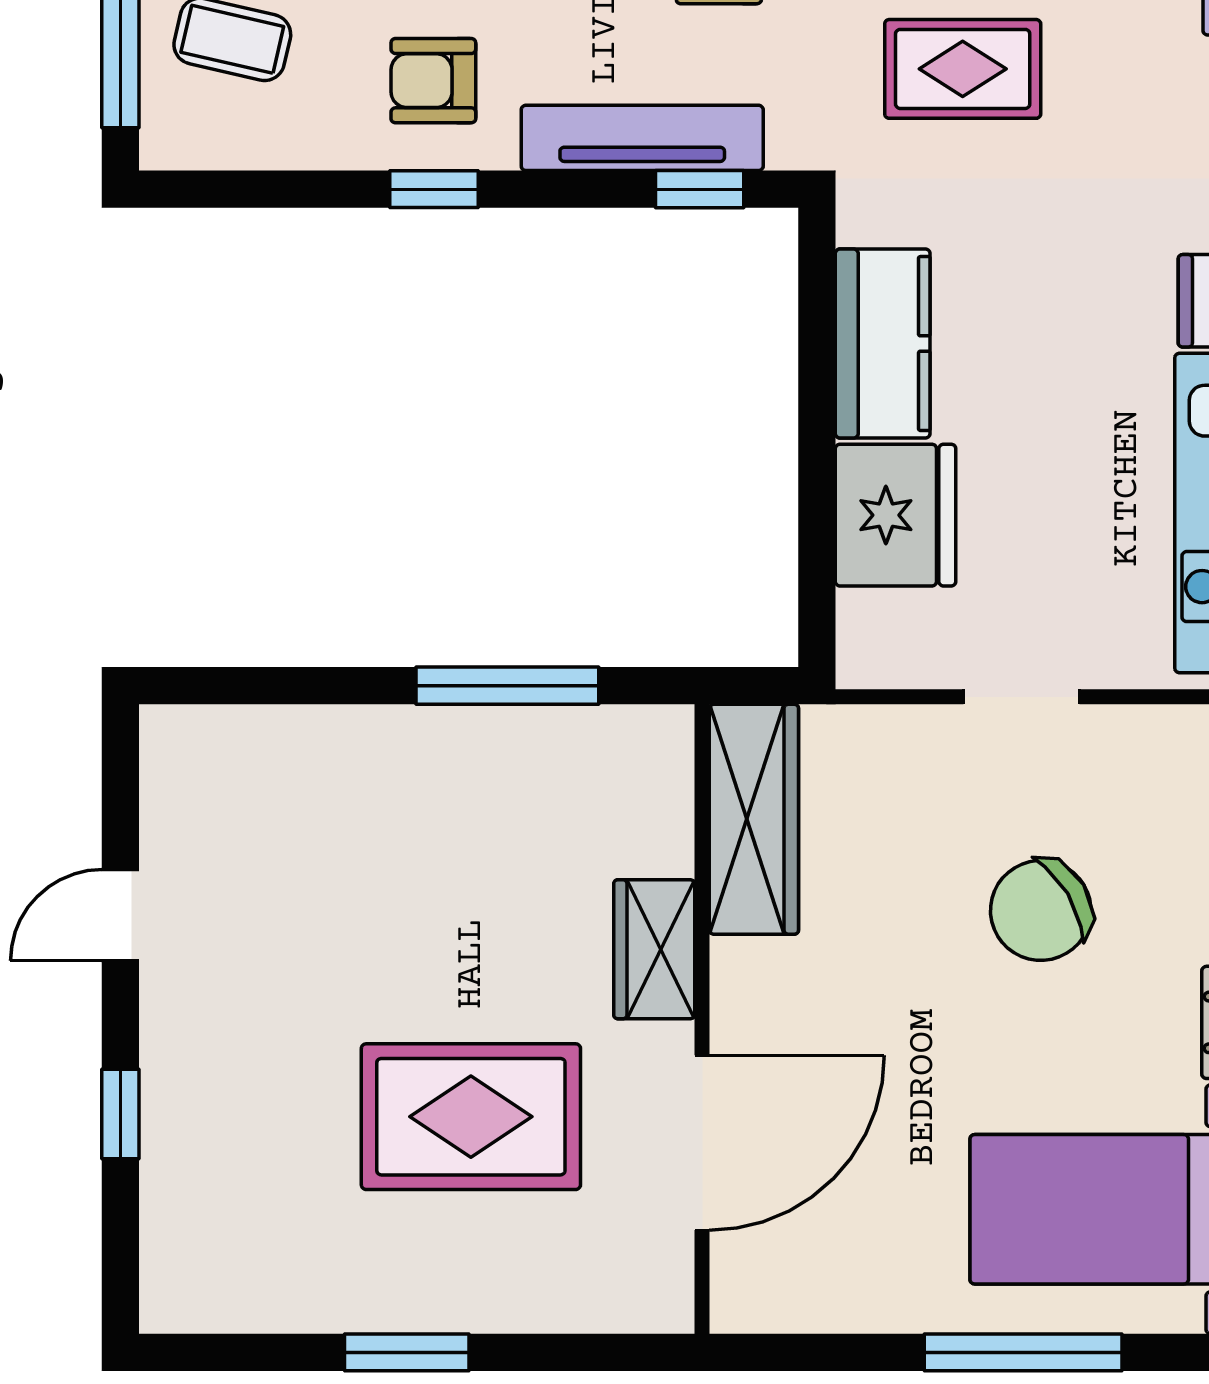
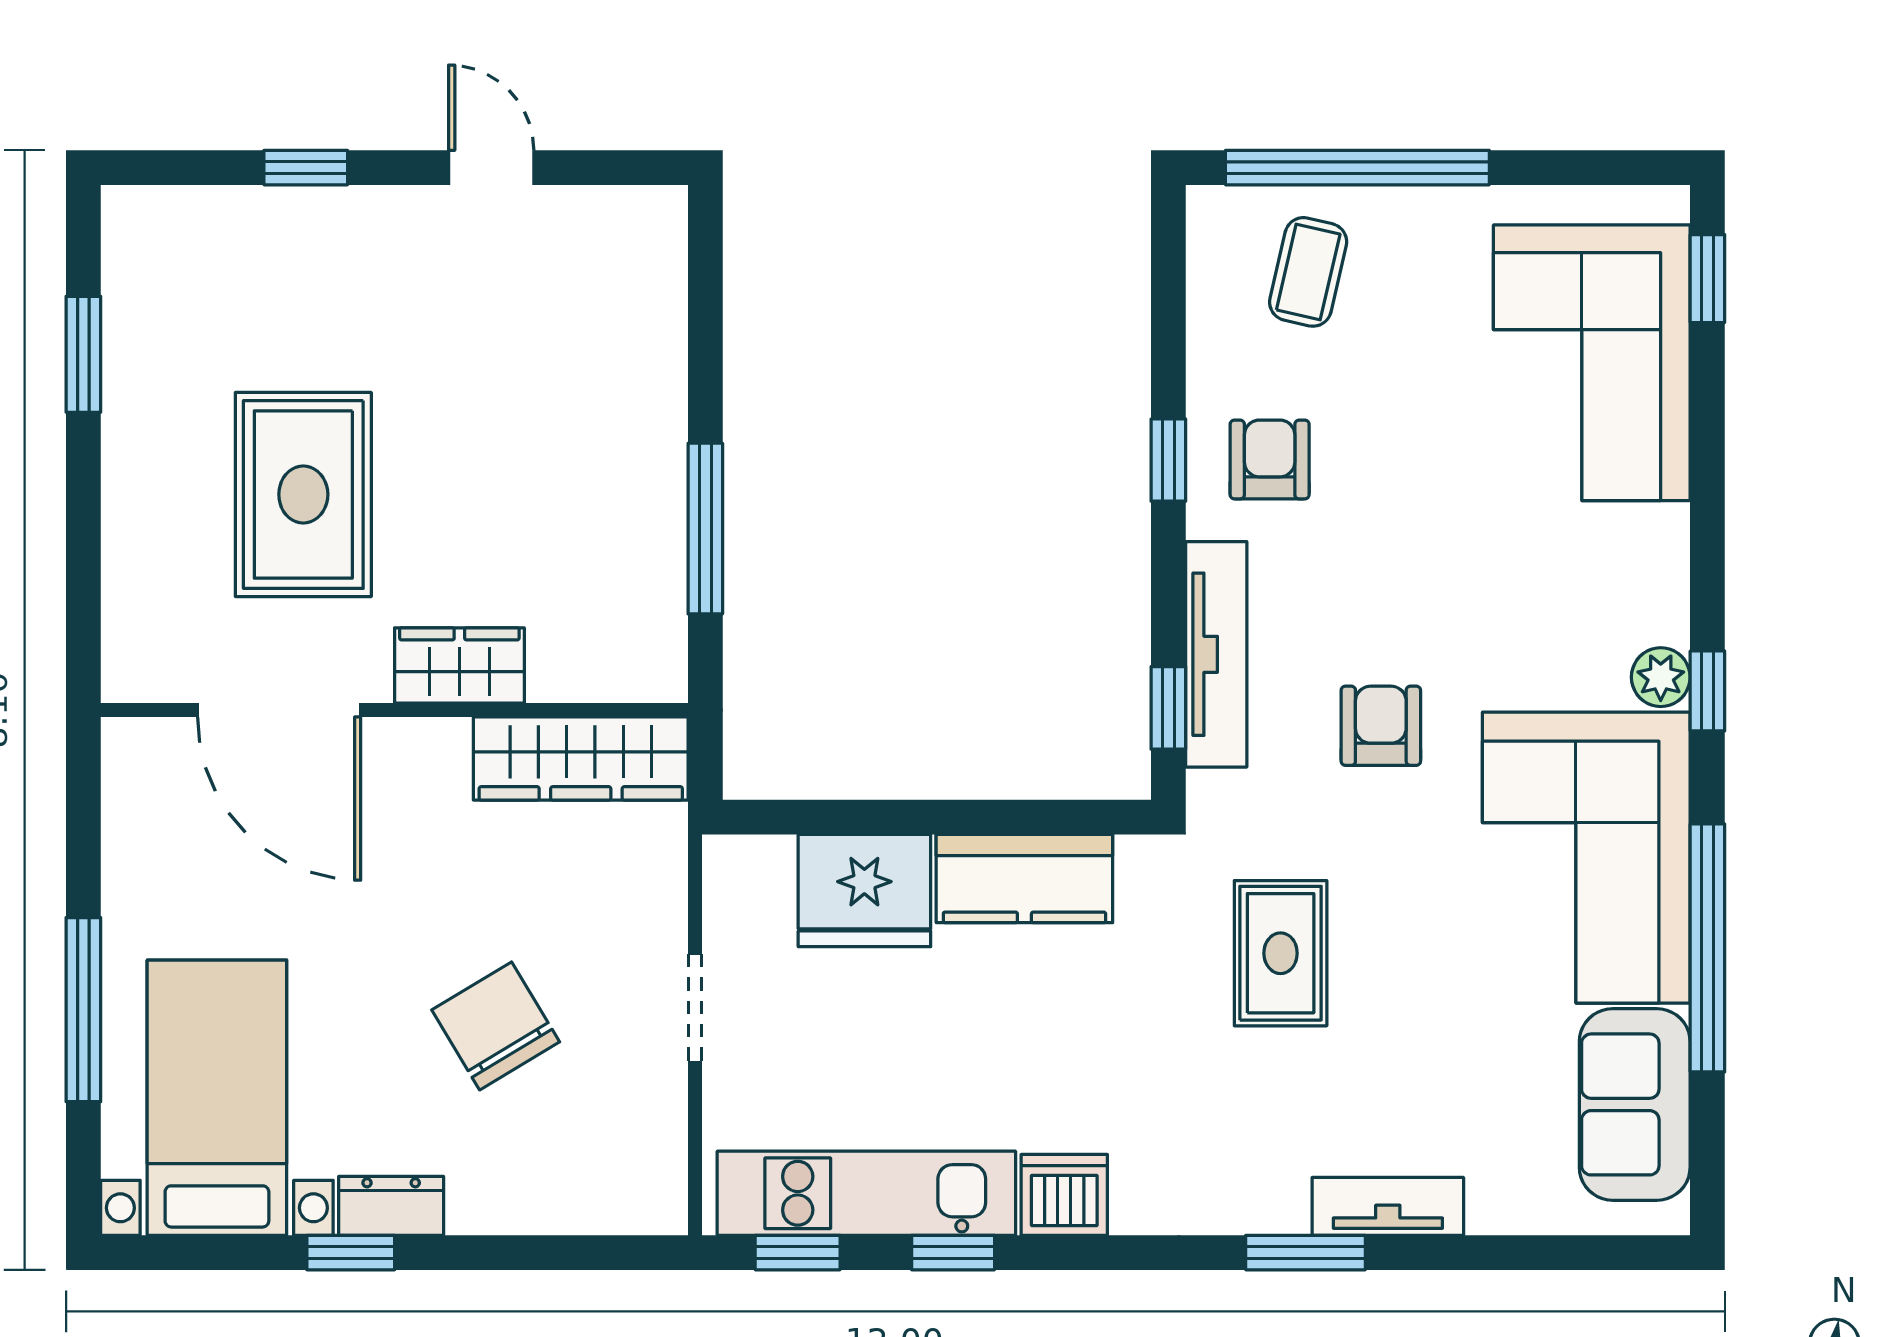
window: (407, 1352) -> (83, 354), moved

